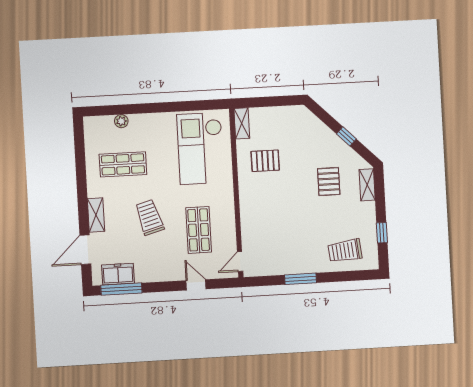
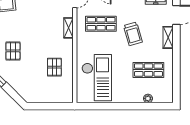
shelving: (242, 123) -> (68, 28), moved
pallet: (265, 161) -> (54, 67), turned 90
shop shelf: (199, 230) -> (101, 24), turned 90

